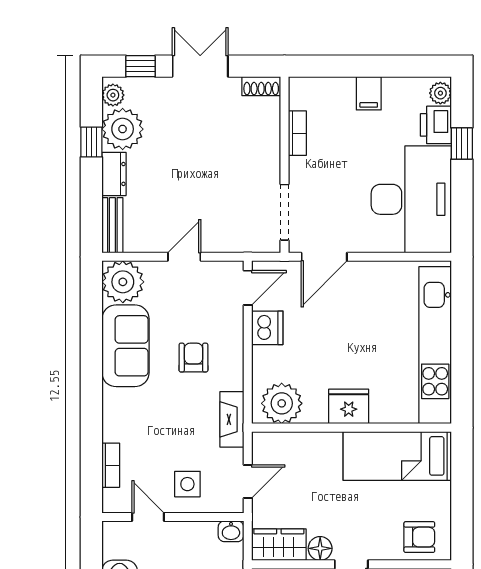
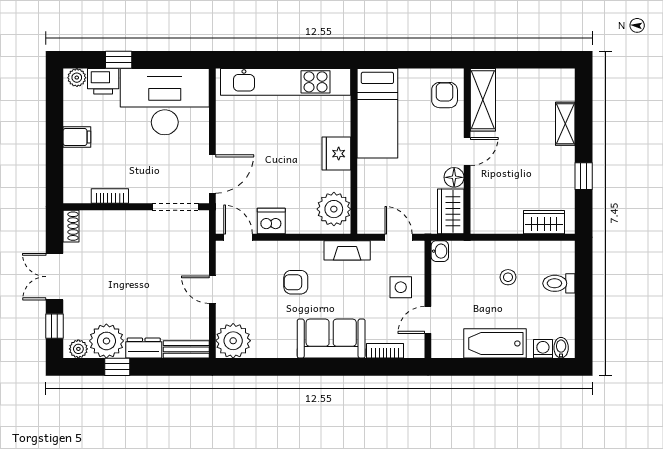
door: (324, 257) -> (212, 174), hinge flipped
sofa: (125, 346) -> (331, 339), moved

